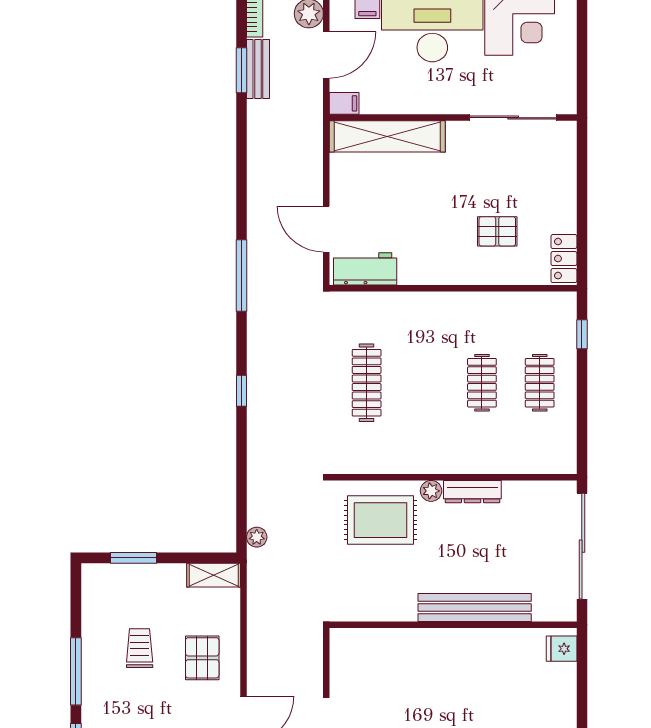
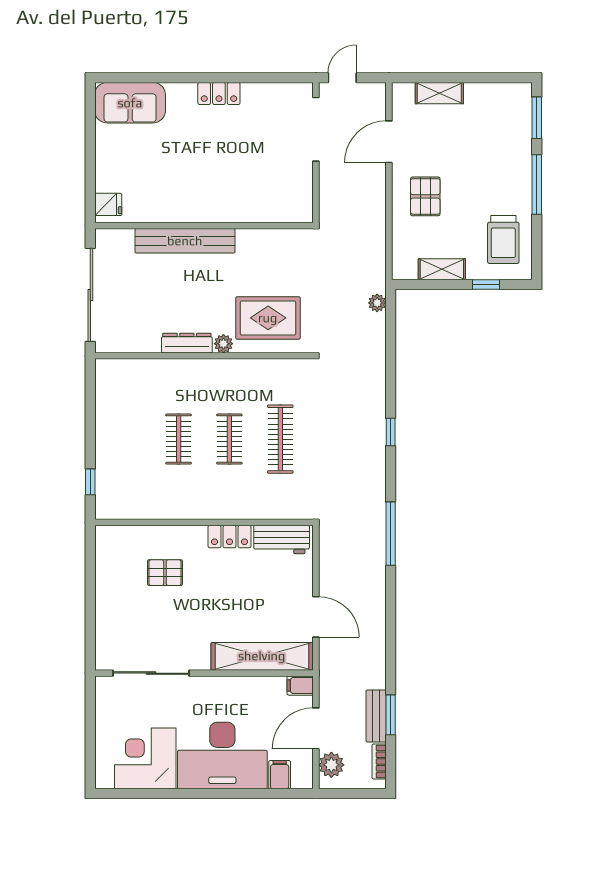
door: (326, 229) -> (316, 617), moved
locker: (564, 259) -> (230, 536), moved, turned 90
clothes rail: (540, 383) -> (229, 439), moved
window: (133, 558) -> (486, 285), width x0.67
shelving: (214, 575) -> (442, 269), moved
trolley: (140, 648) -> (503, 239), moved, width x1.36, depth x1.39

